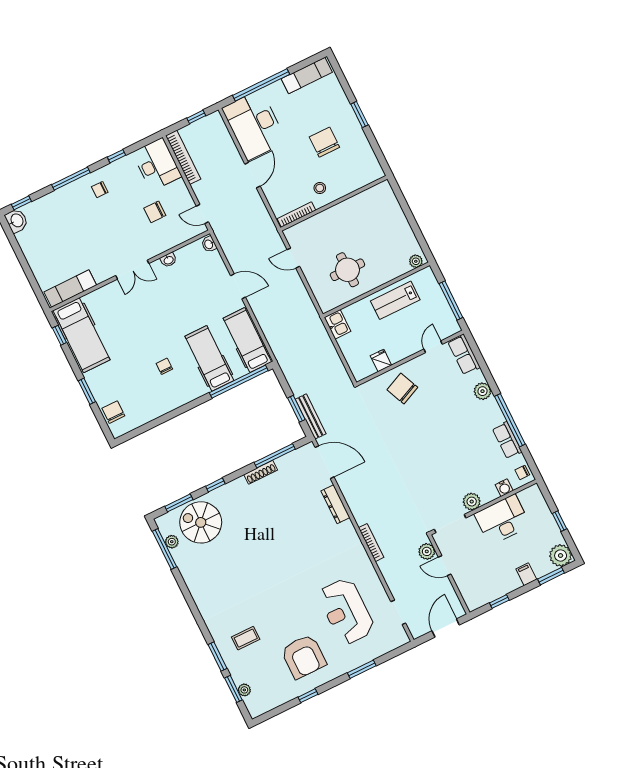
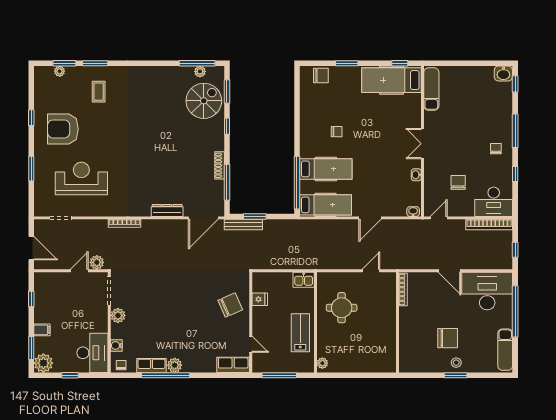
stool: (320, 188) -> (456, 363), moved
plant: (483, 391) -> (175, 365), moved
desk: (502, 520) -> (92, 353), moved

